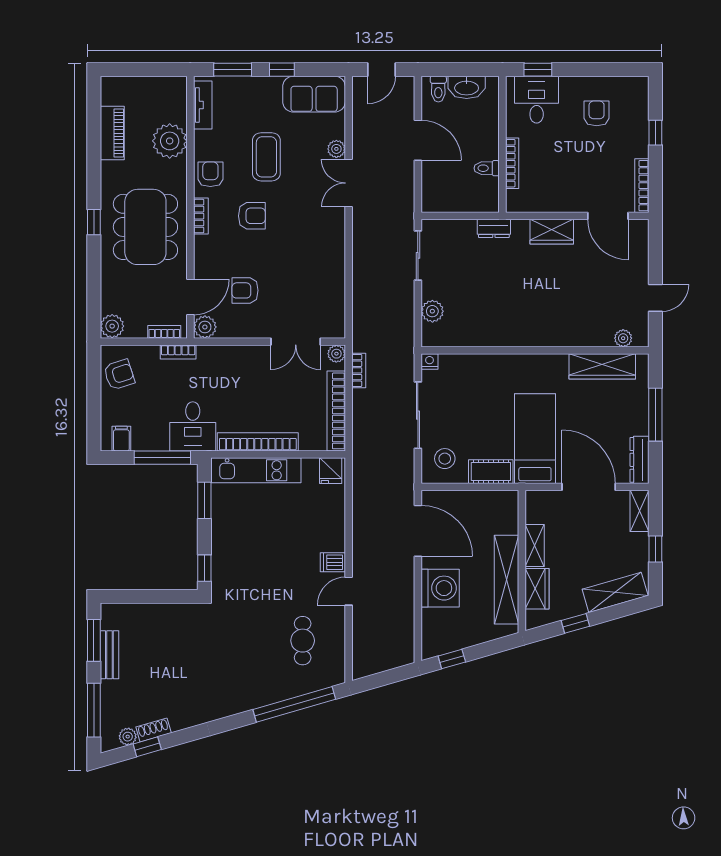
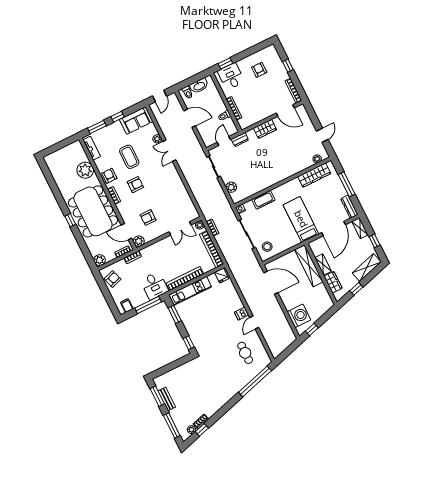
piano: (112, 133) -> (59, 179), removed
door: (462, 216) -> (224, 141), added
dining table: (145, 227) -> (93, 211), width x1.36, depth x1.24
door: (190, 297) -> (126, 232), swing flipped
cot: (491, 472) -> (263, 200), moved
door: (589, 487) -> (334, 229), swing flipped
shelving: (507, 580) -> (309, 266), moved
washing machine: (440, 588) -> (299, 316), moved

